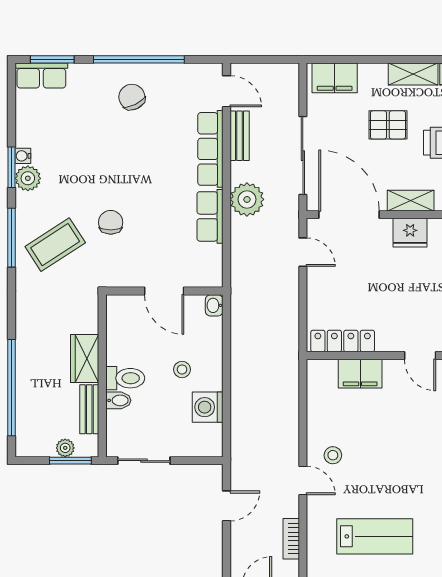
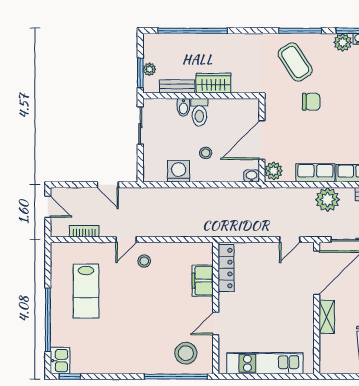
fridge: (410, 233) -> (304, 316), removed
plant: (207, 275) -> (274, 171), added
door: (164, 291) -> (262, 140), width x1.36

